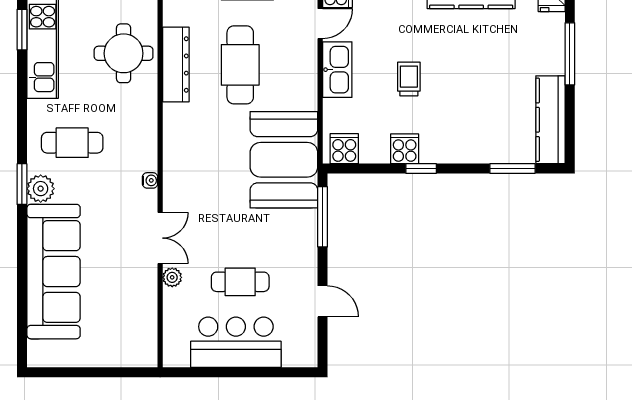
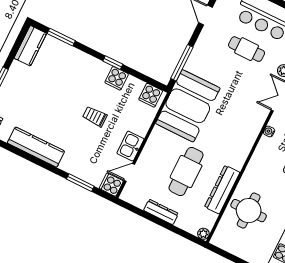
kitchen sink: (337, 70) -> (130, 146), width x0.73
trolley: (409, 79) -> (95, 117), turned 90
kitchen counter: (550, 120) -> (30, 46), width x0.67

